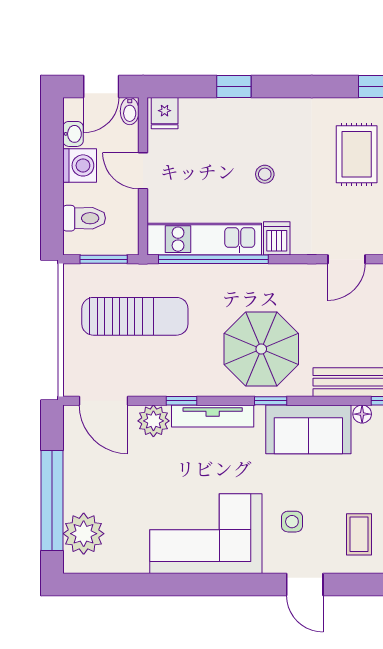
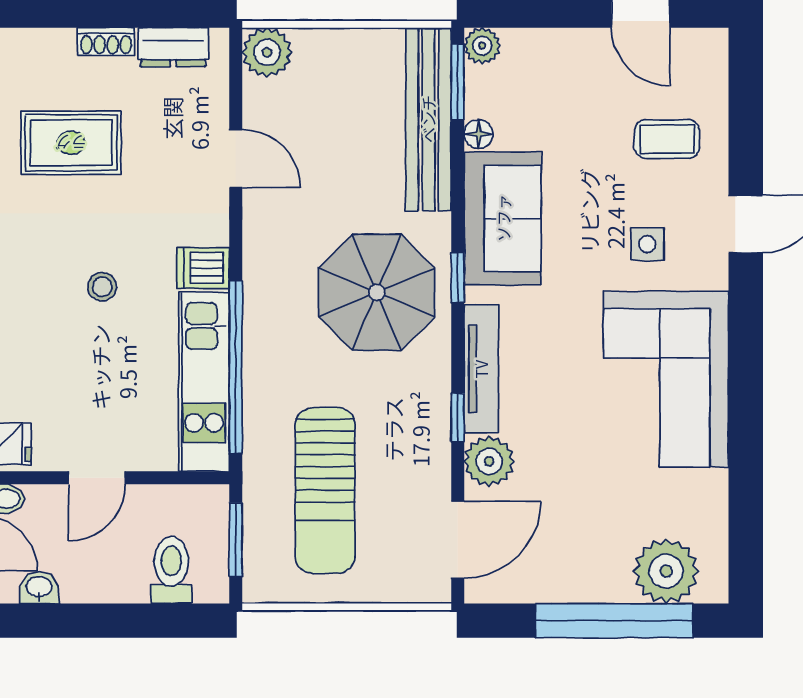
washing machine: (80, 165) -> (89, 577), removed
sun lounger: (135, 316) -> (325, 491), turned 180

